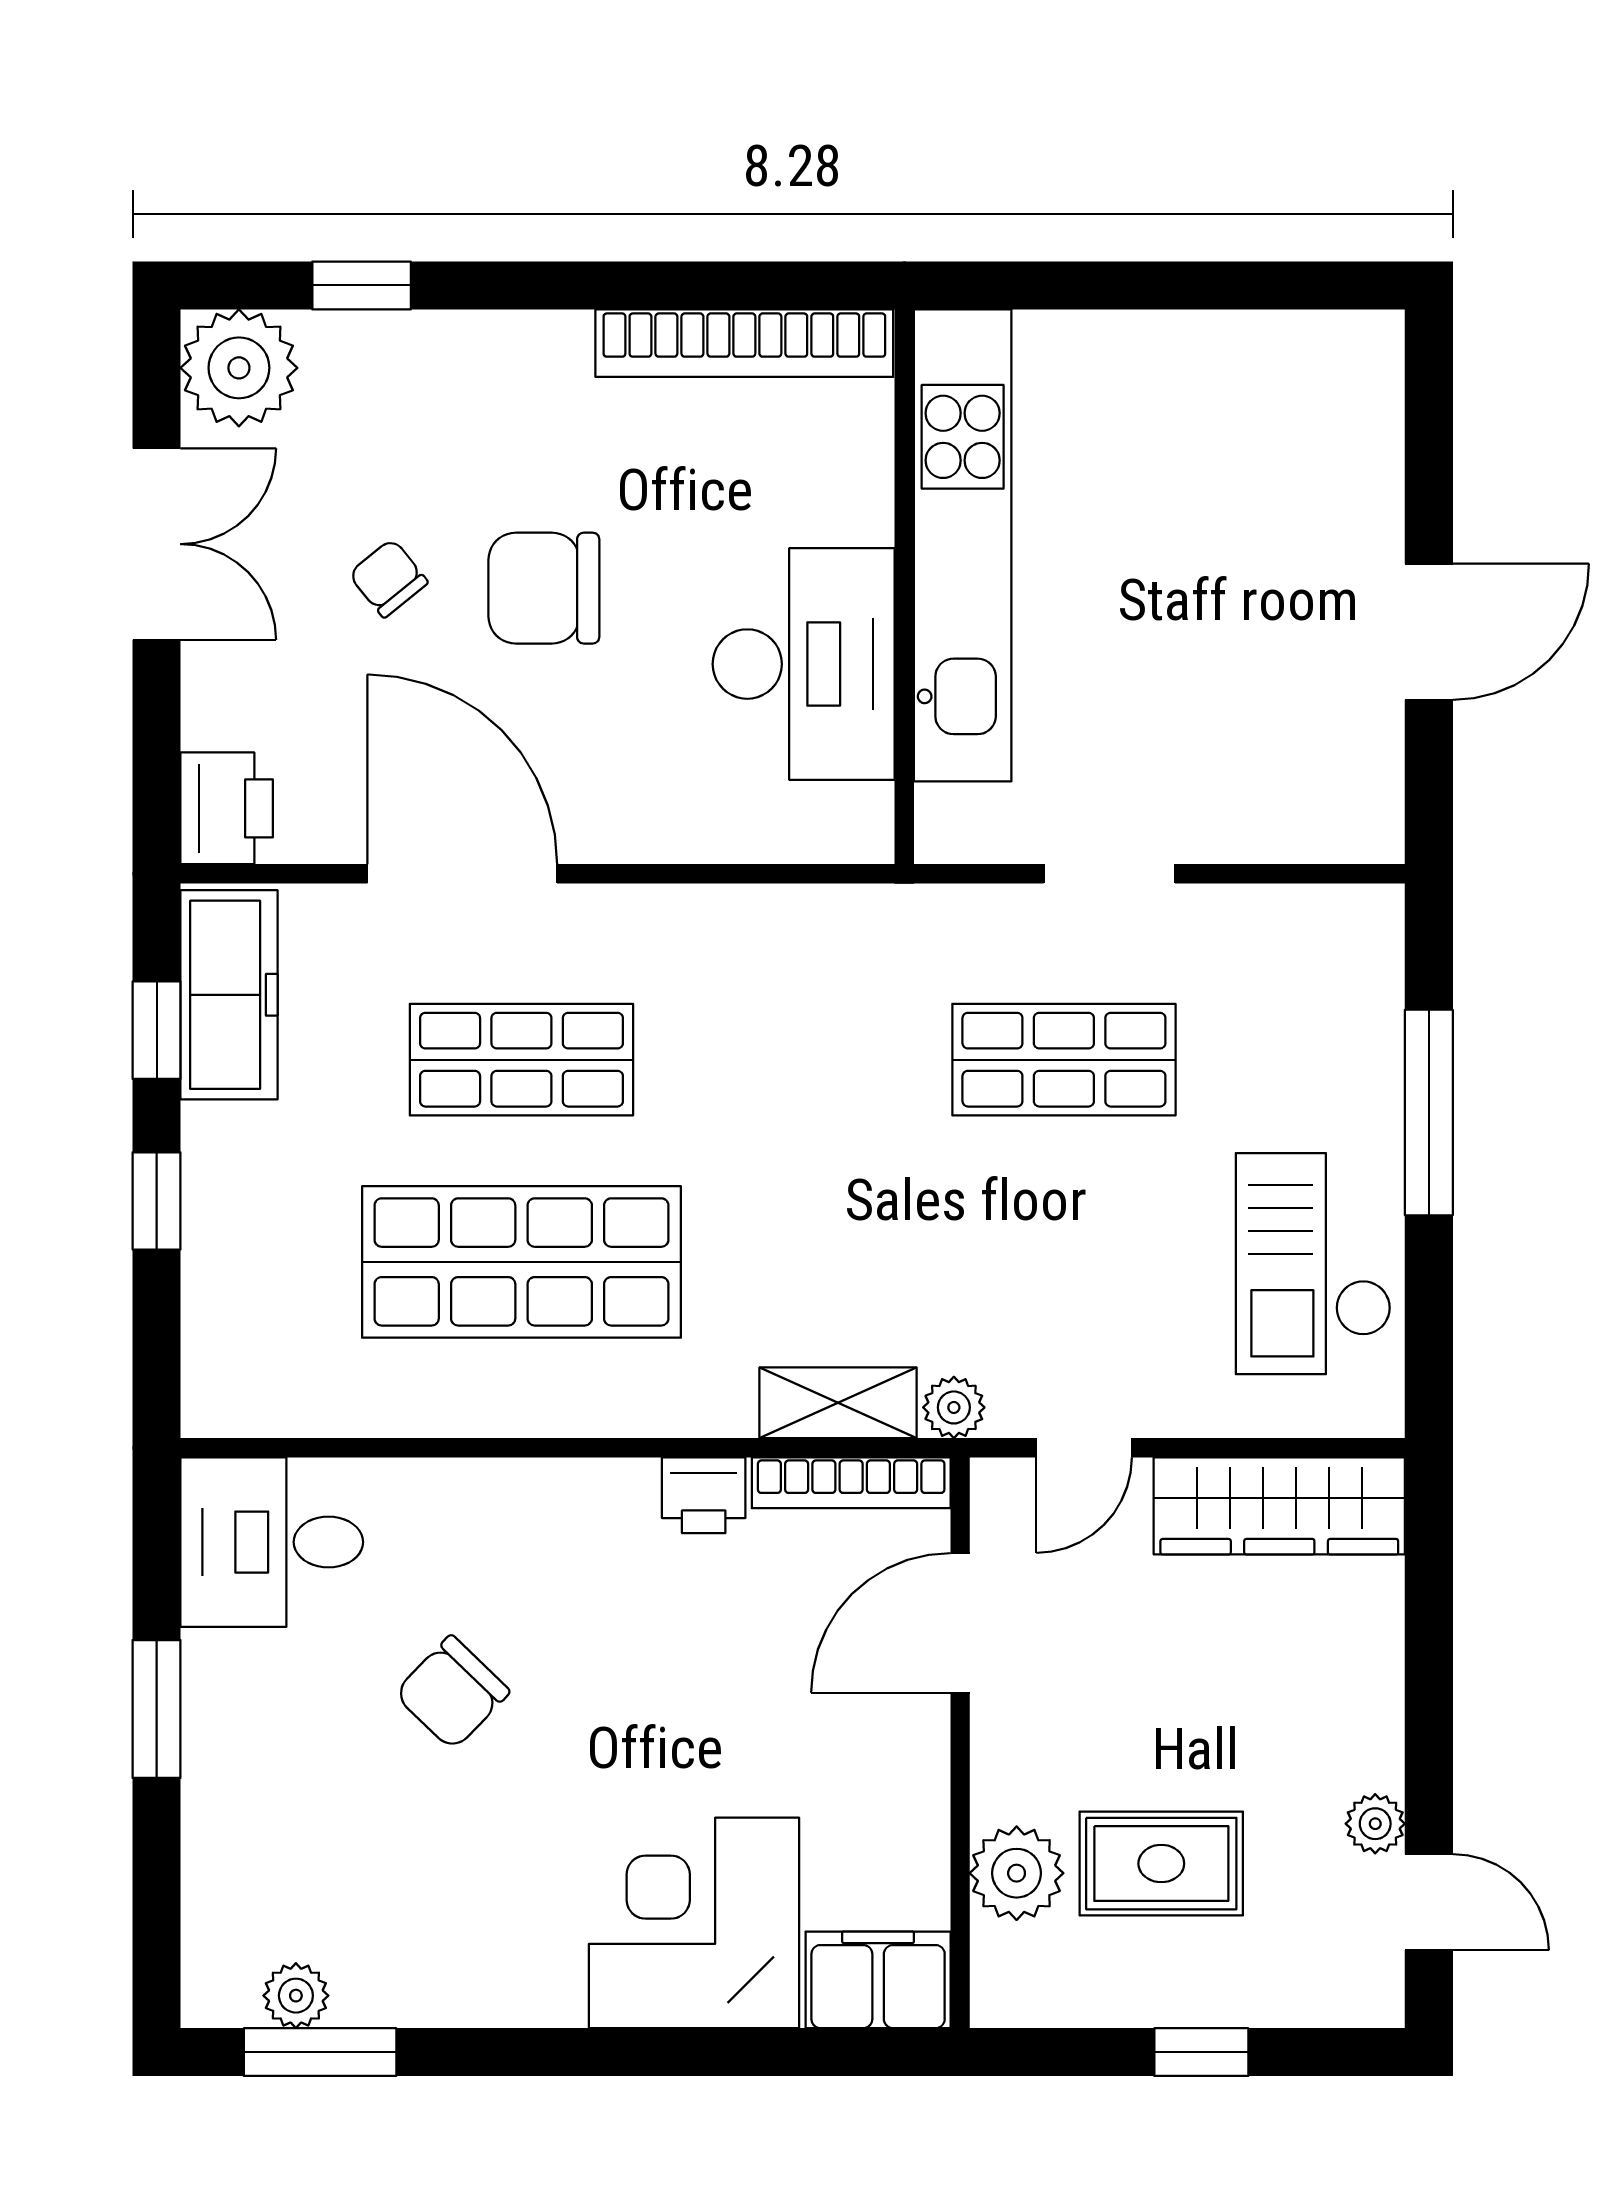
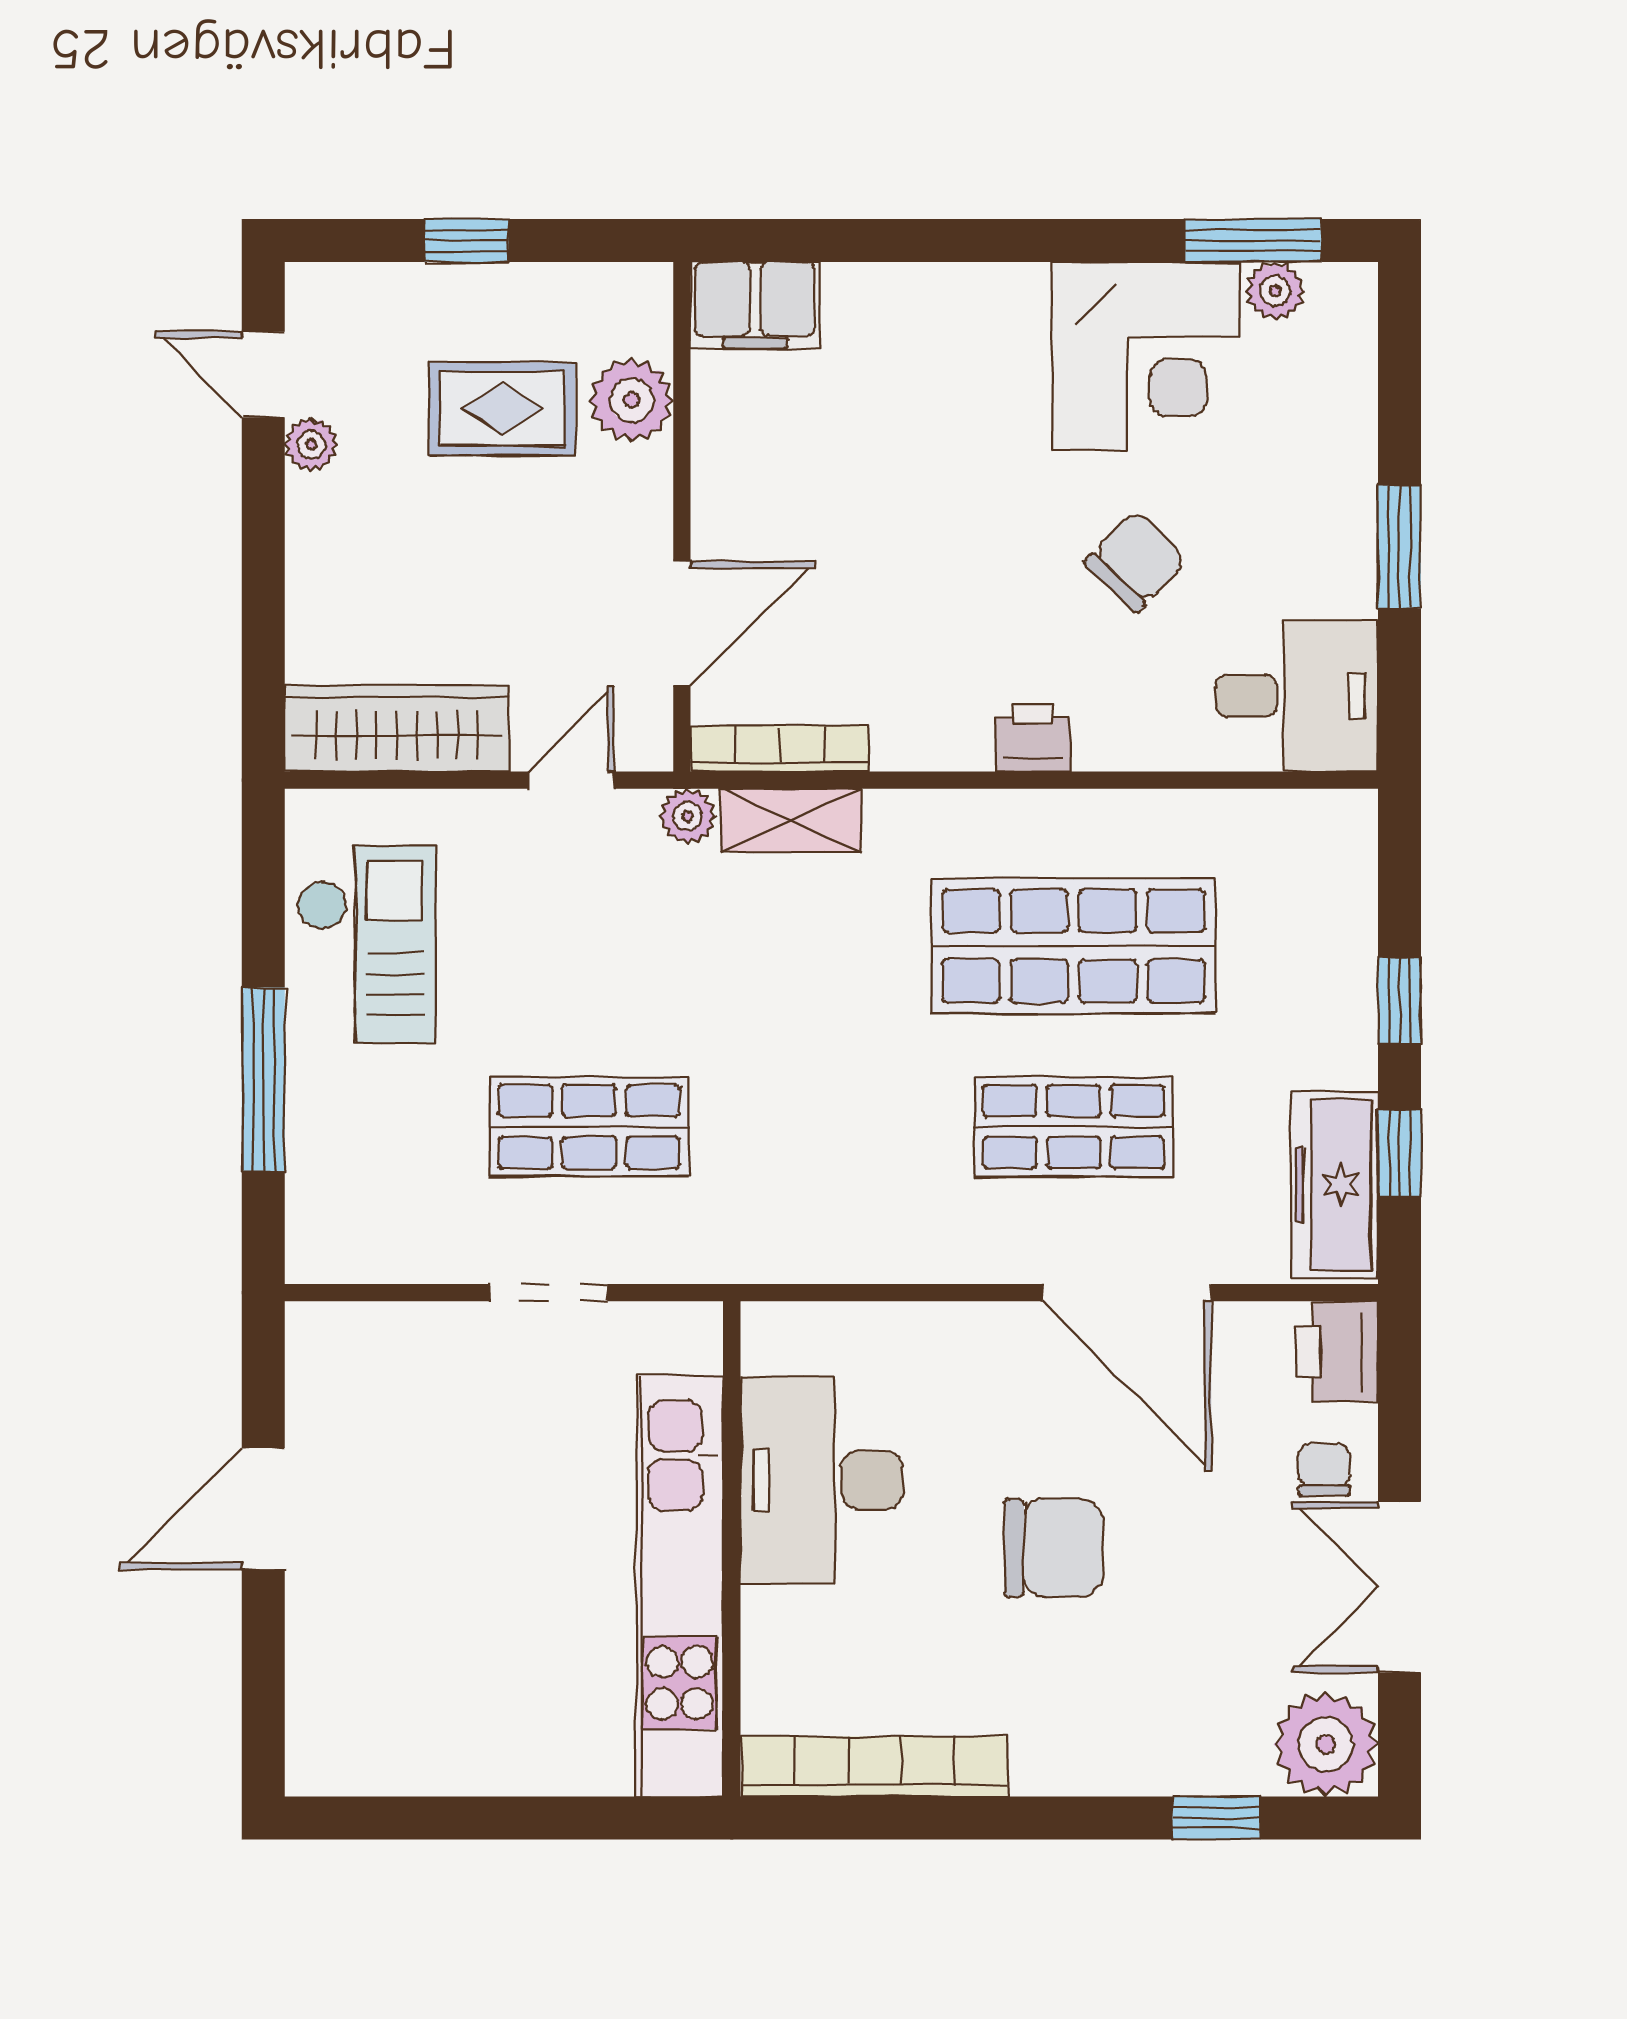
chair: (388, 578) -> (1324, 1470), moved, turned -141
printer: (704, 1495) -> (1033, 738), moved
corner desk: (694, 1923) -> (1146, 356), moved

